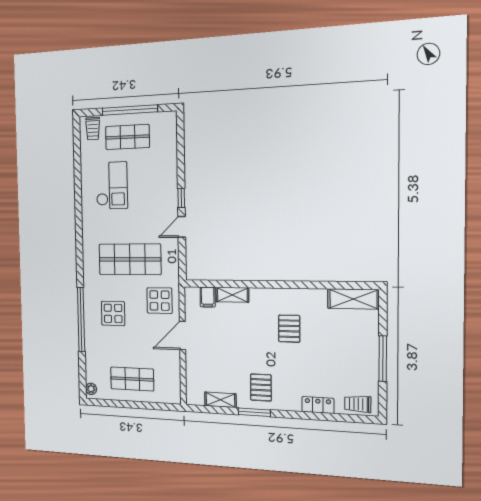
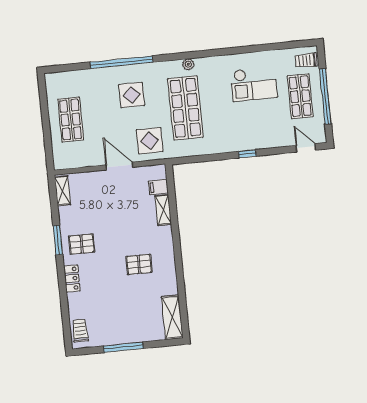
door: (182, 227) -> (306, 148), moved
plant: (91, 389) -> (188, 64), moved
shelving: (220, 400) -> (63, 191), moved
locker: (318, 405) -> (72, 279), moved

